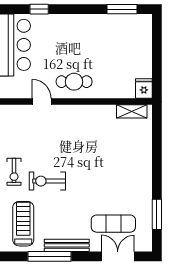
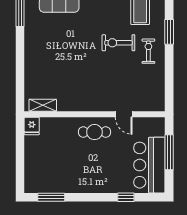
exercise bike: (47, 181) -> (118, 43), turned 180

